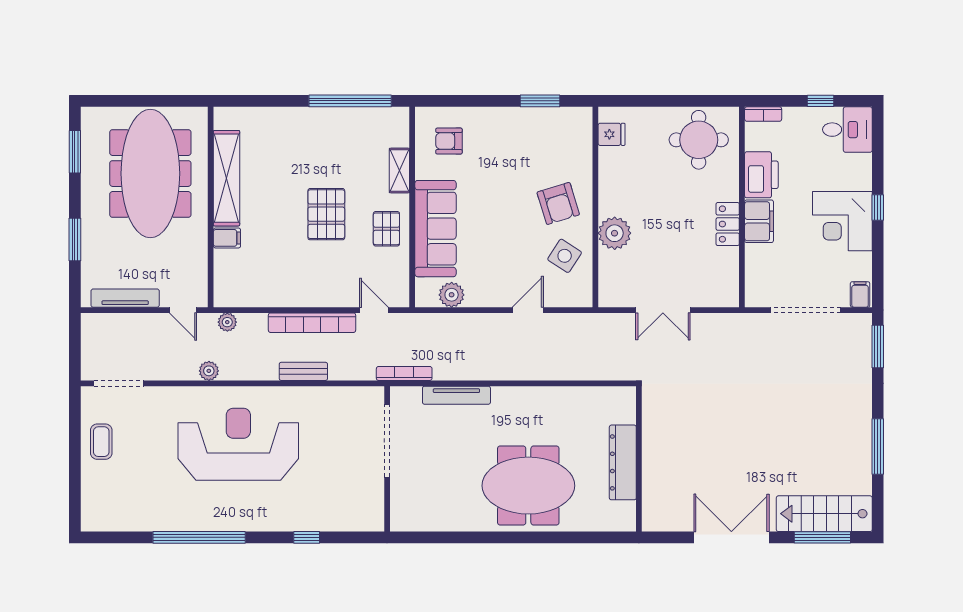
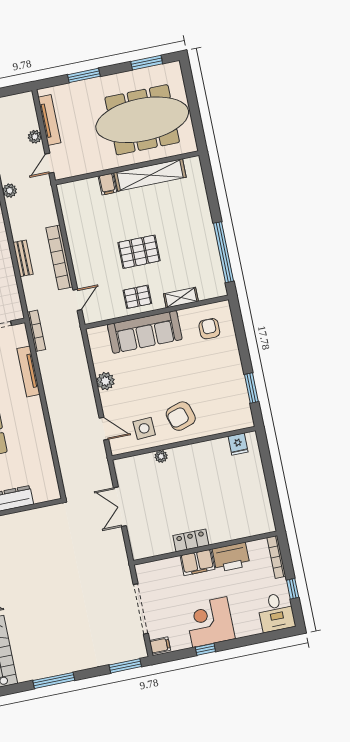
bookcase: (763, 114) -> (276, 557), width x1.56
round table: (699, 140) -> (247, 507), removed
window: (878, 208) -> (205, 649), moved
plant: (615, 233) -> (161, 456), width x0.53, depth x0.53
side table: (565, 256) -> (144, 428), turned -36
plant: (452, 295) -> (105, 381), moved
door: (528, 310) -> (104, 429), moved
plant: (227, 322) -> (35, 137), moved

